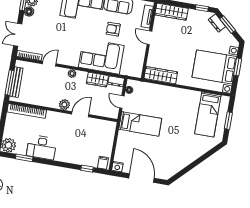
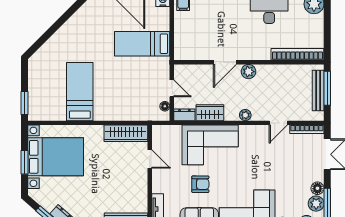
door: (149, 38) -> (150, 159), moved
bed: (208, 114) -> (80, 92), moved
window: (228, 121) -> (24, 103), moved
bed: (140, 124) -> (142, 44), moved

